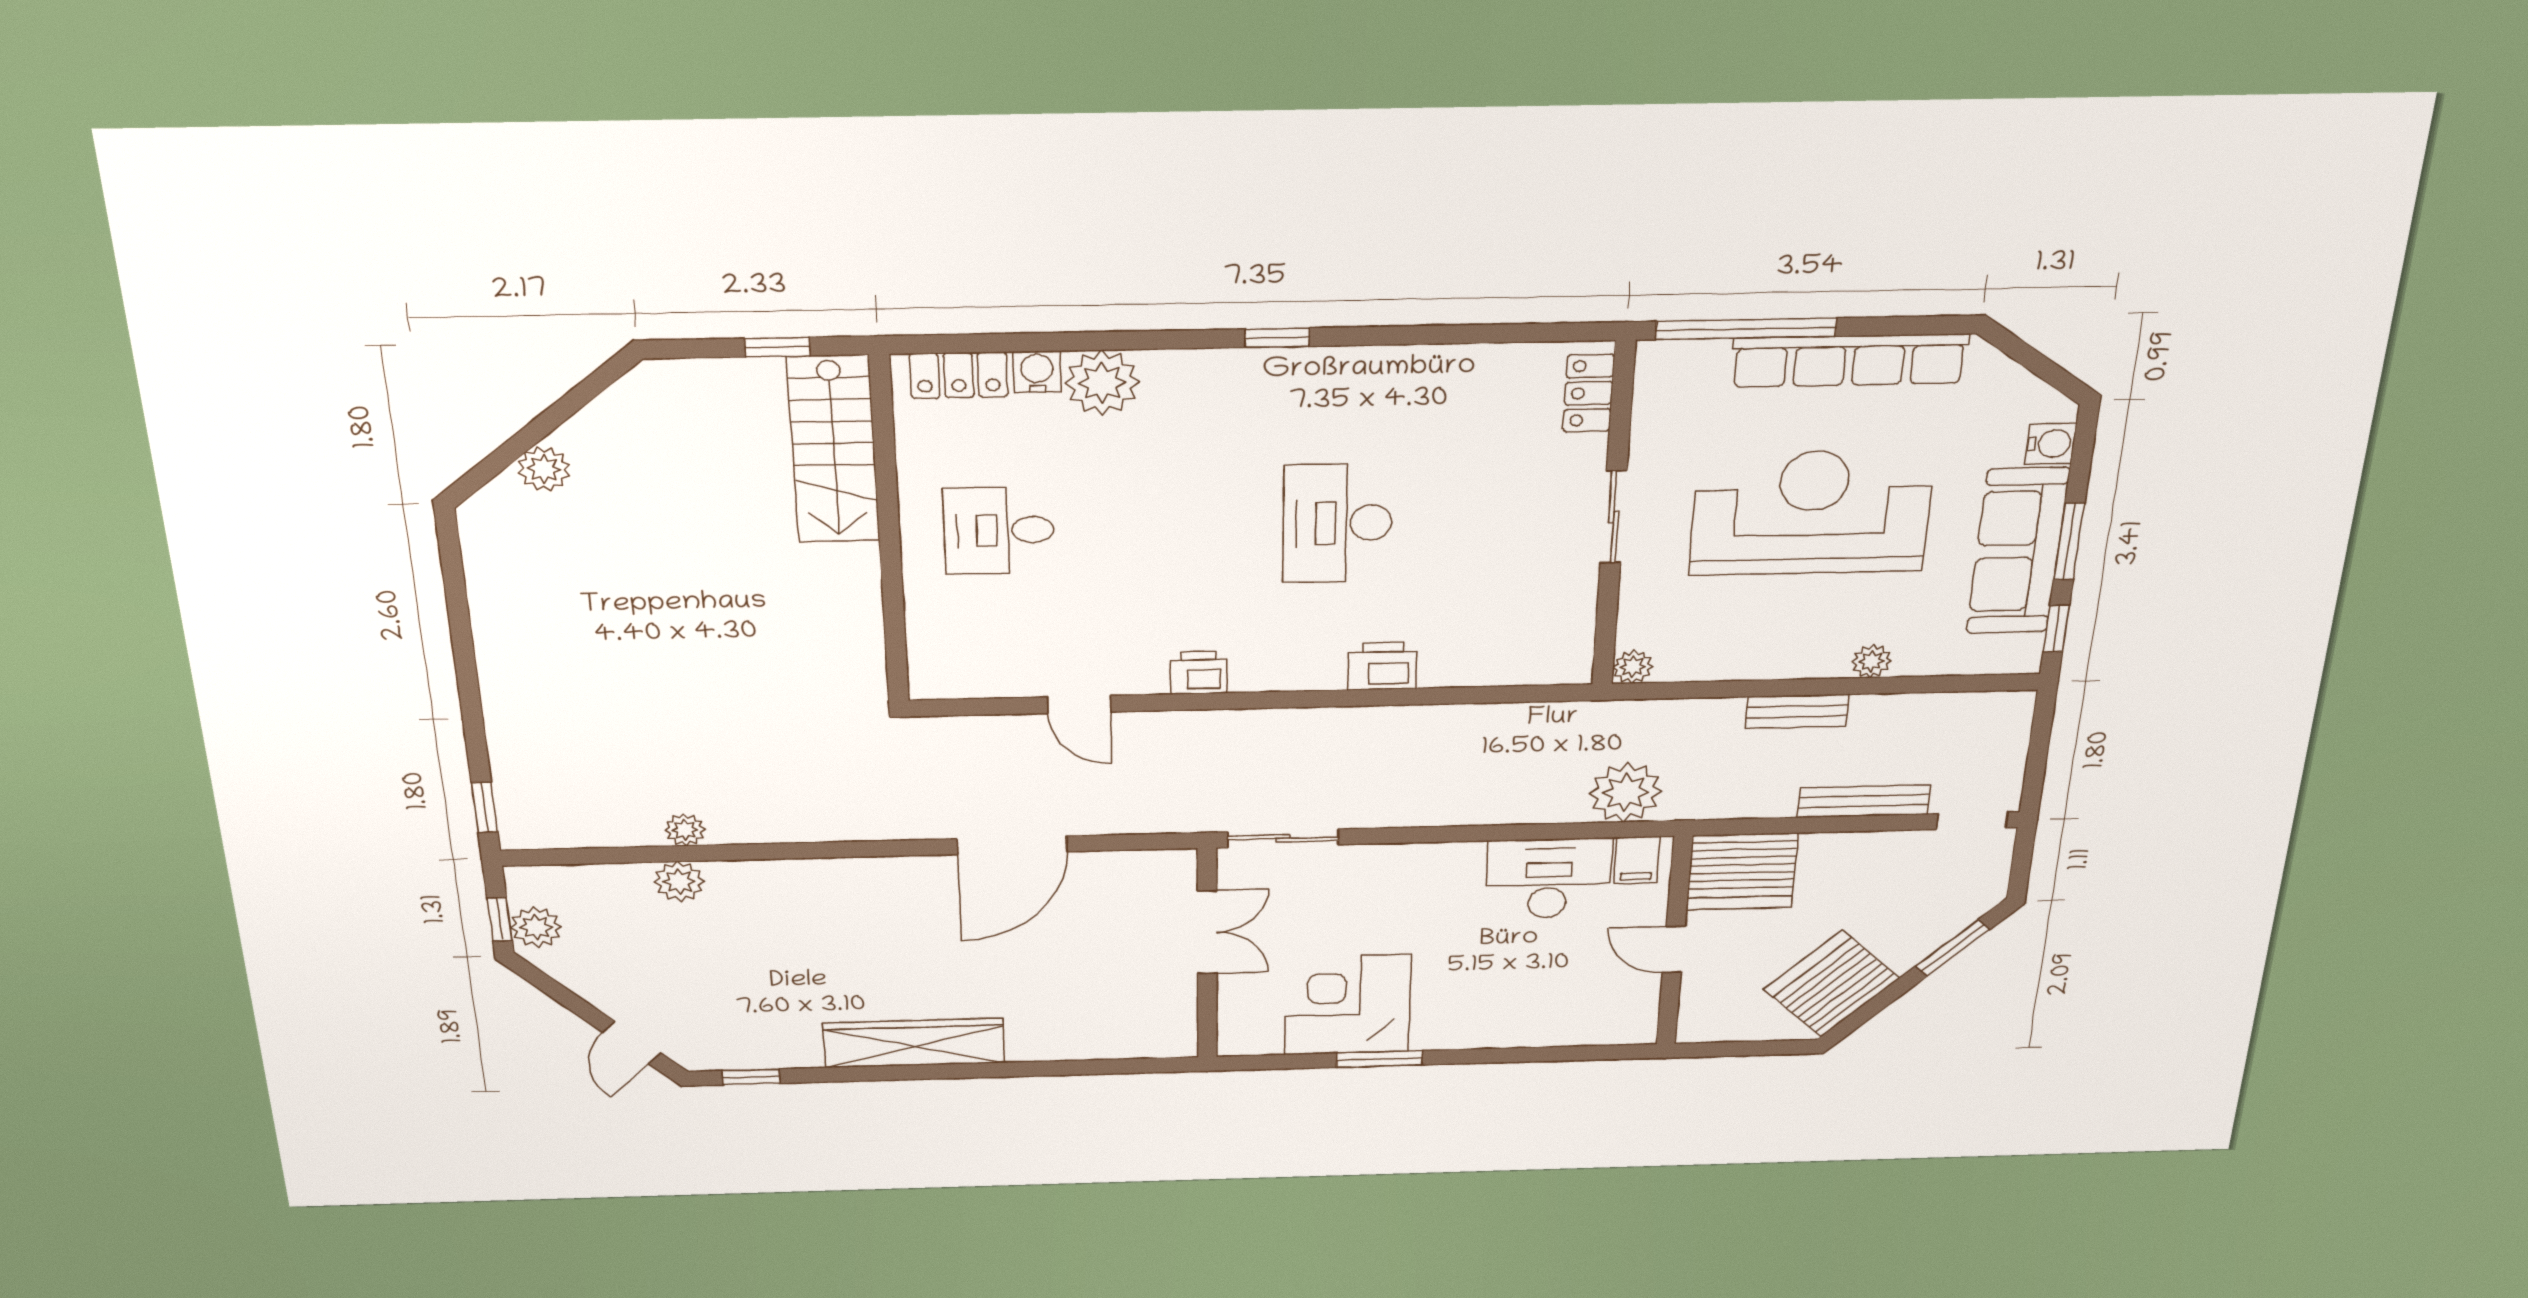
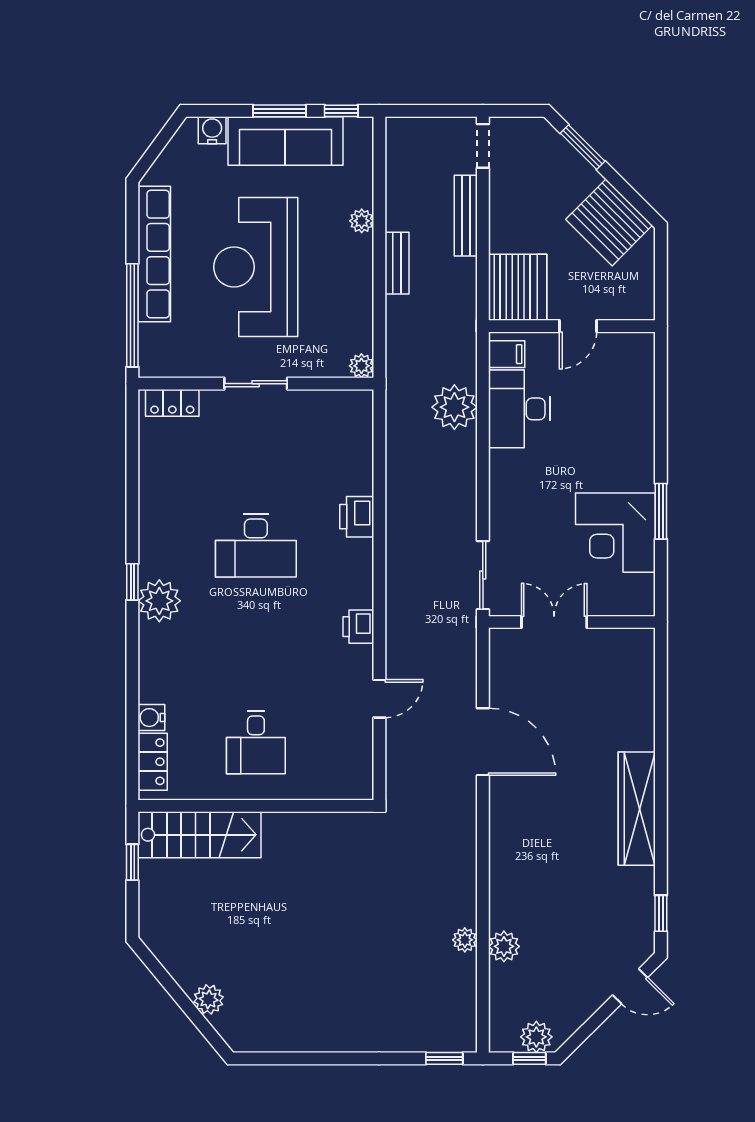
plant: (1102, 383) -> (159, 601), moved
plant: (1626, 793) -> (454, 407), moved

